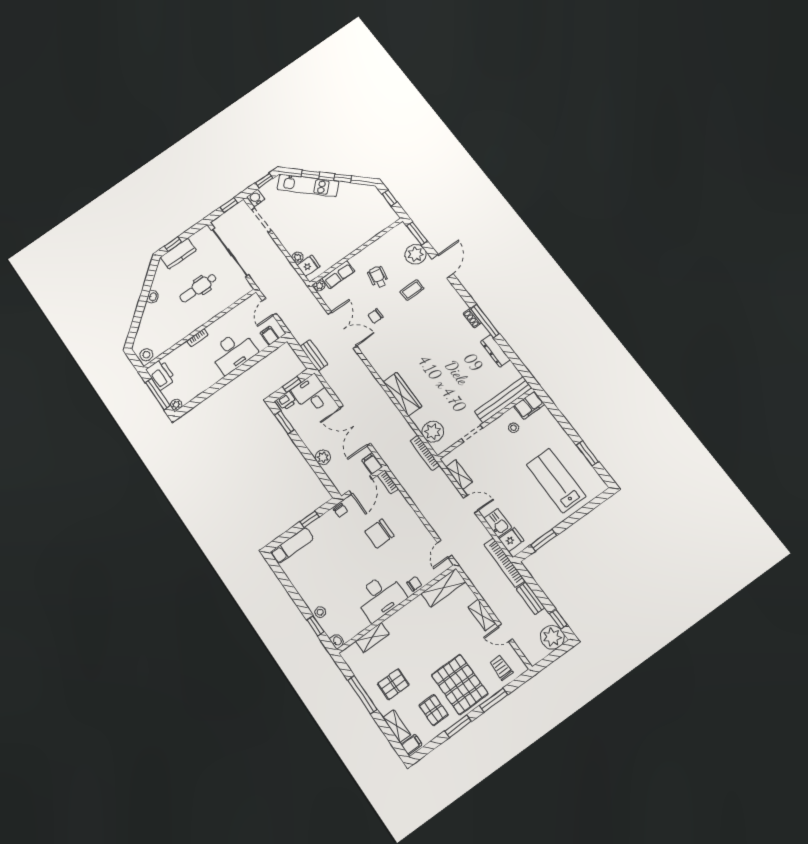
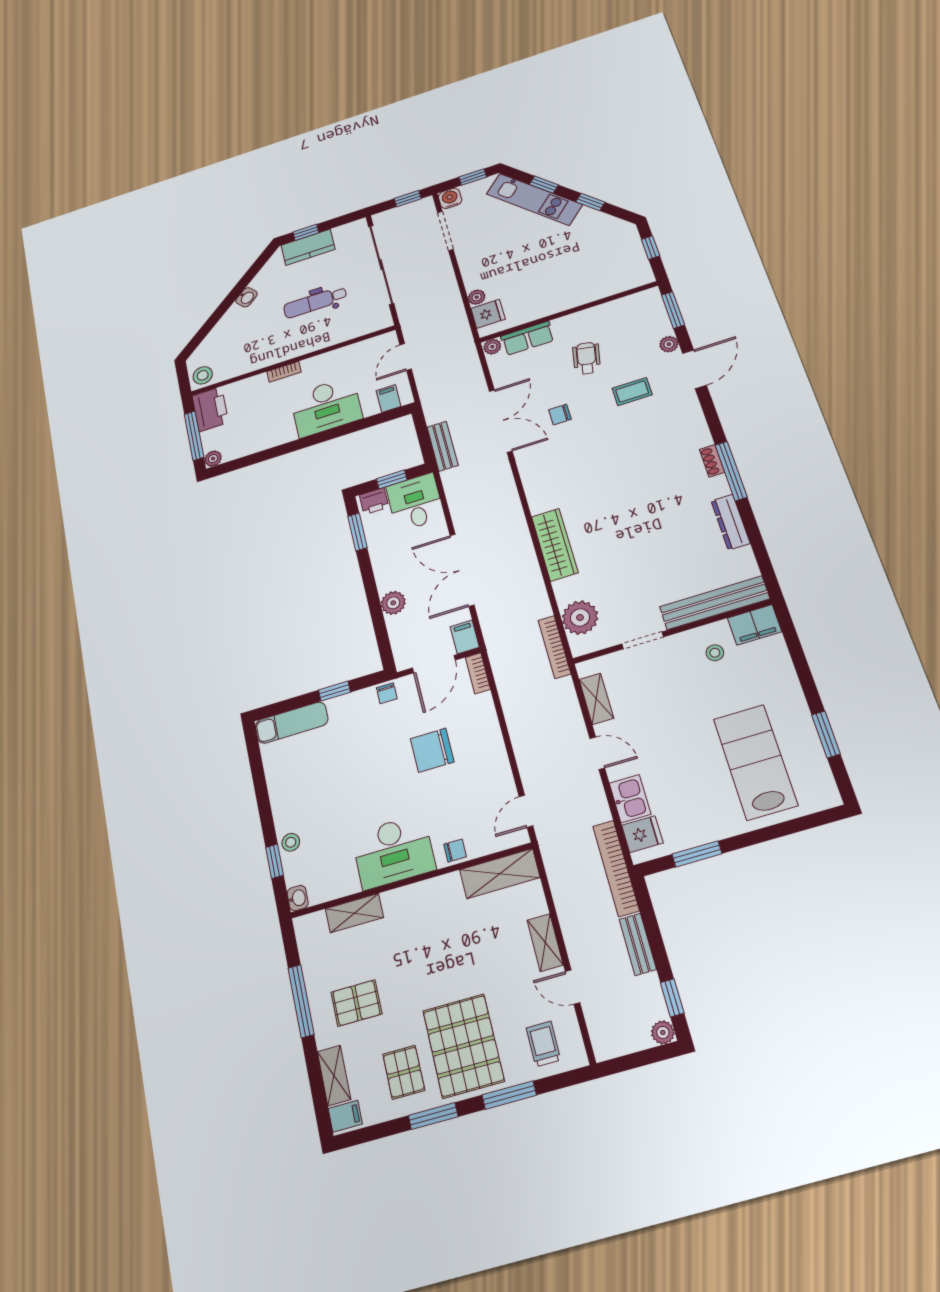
plant: (416, 254) -> (669, 344), width x0.53, depth x0.53
plant: (552, 637) -> (663, 1032), width x0.53, depth x0.53

